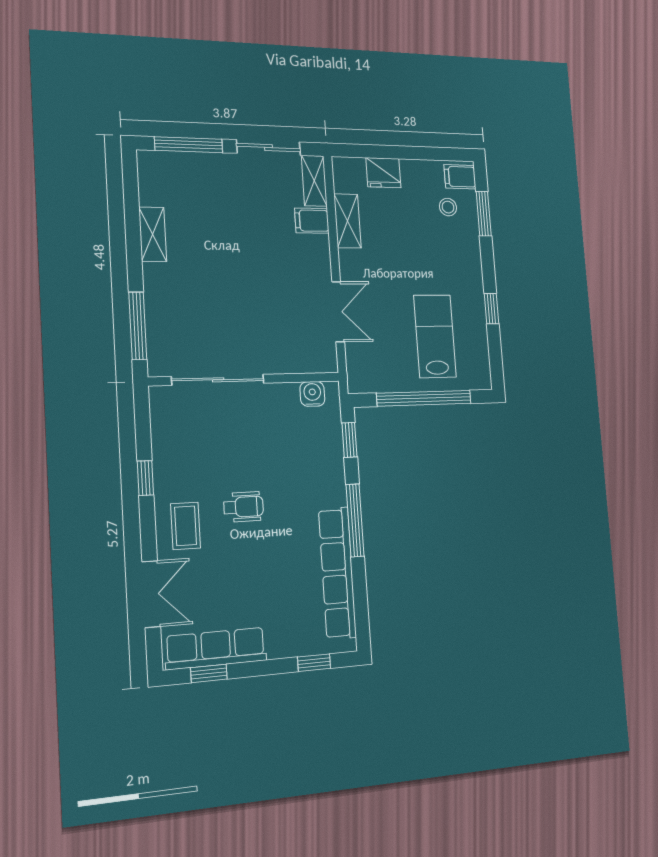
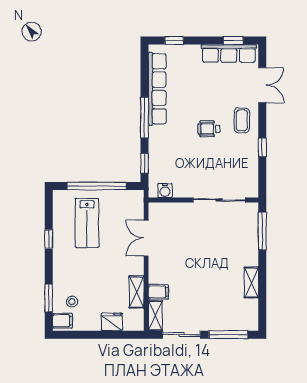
double door: (151, 594) -> (262, 85), swing flipped

